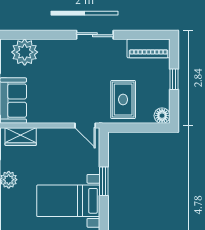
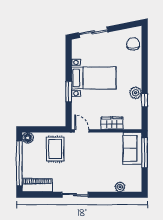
plant: (25, 52) -> (120, 187), width x0.53, depth x0.53
window: (174, 79) -> (19, 163), width x3.17
wardrobe: (21, 137) -> (112, 123), moved

